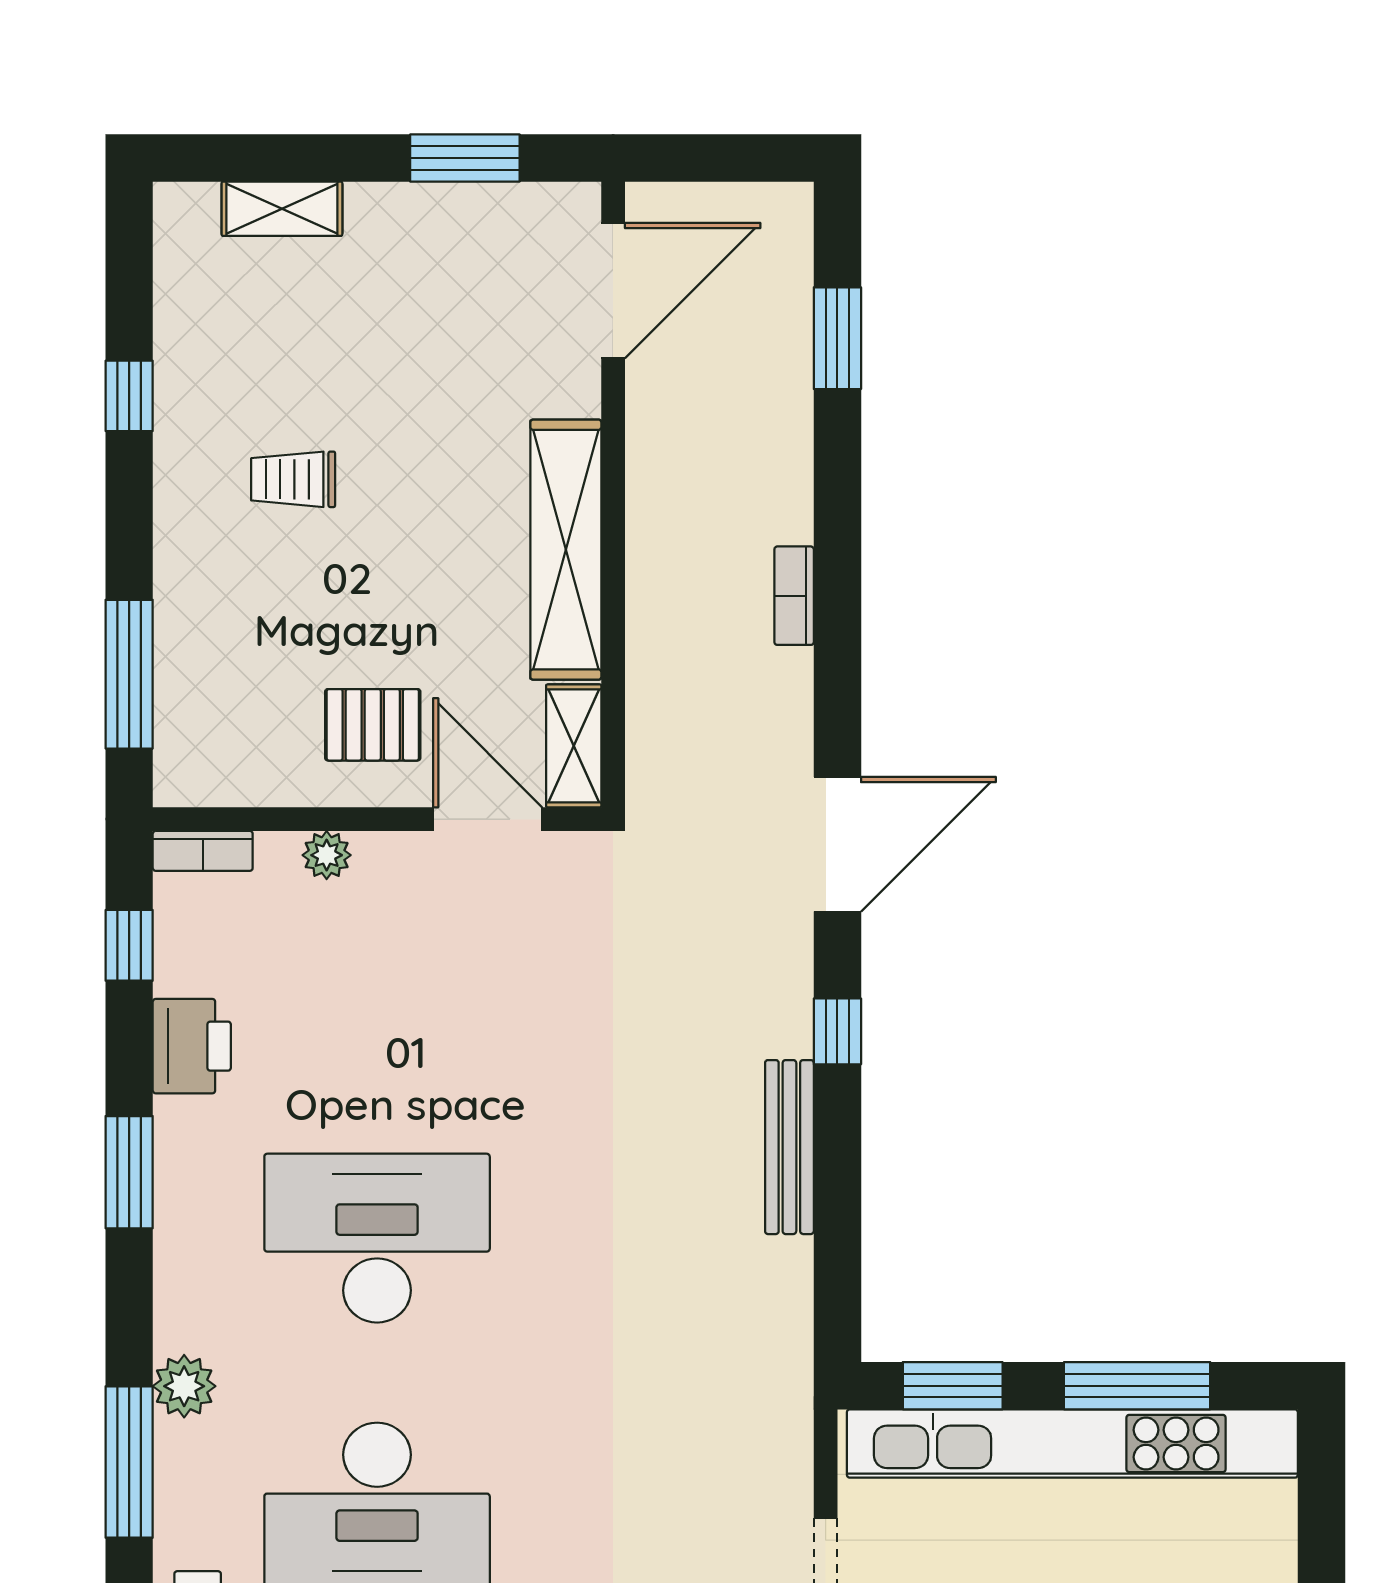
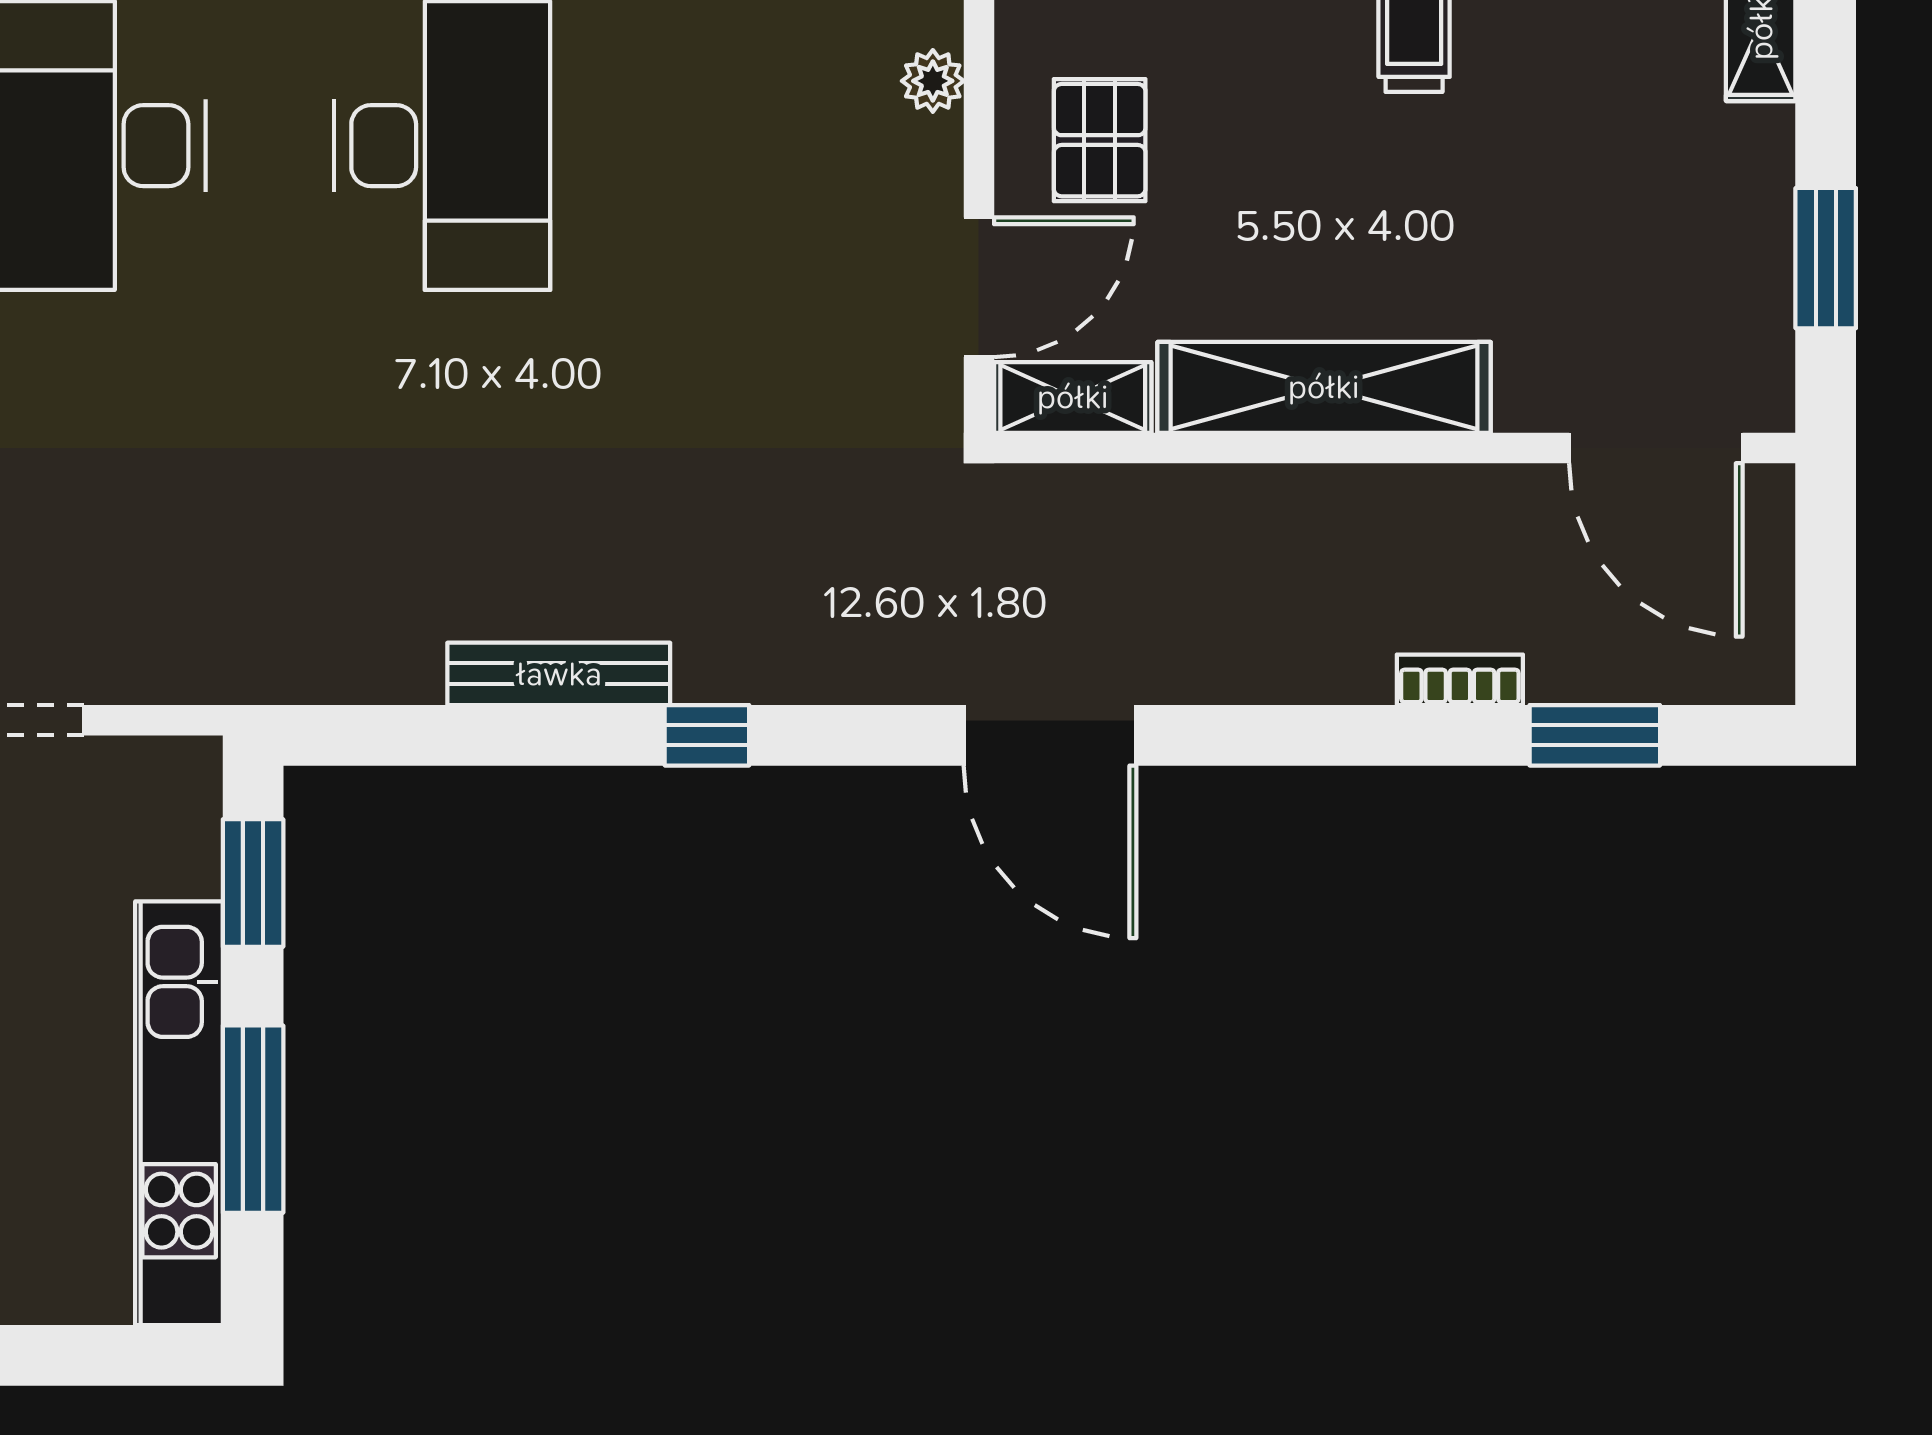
bookcase: (794, 596) -> (1460, 680), moved
door: (837, 844) -> (1050, 735), moved
kitchen unit: (1072, 1443) -> (179, 1113), width x0.73

